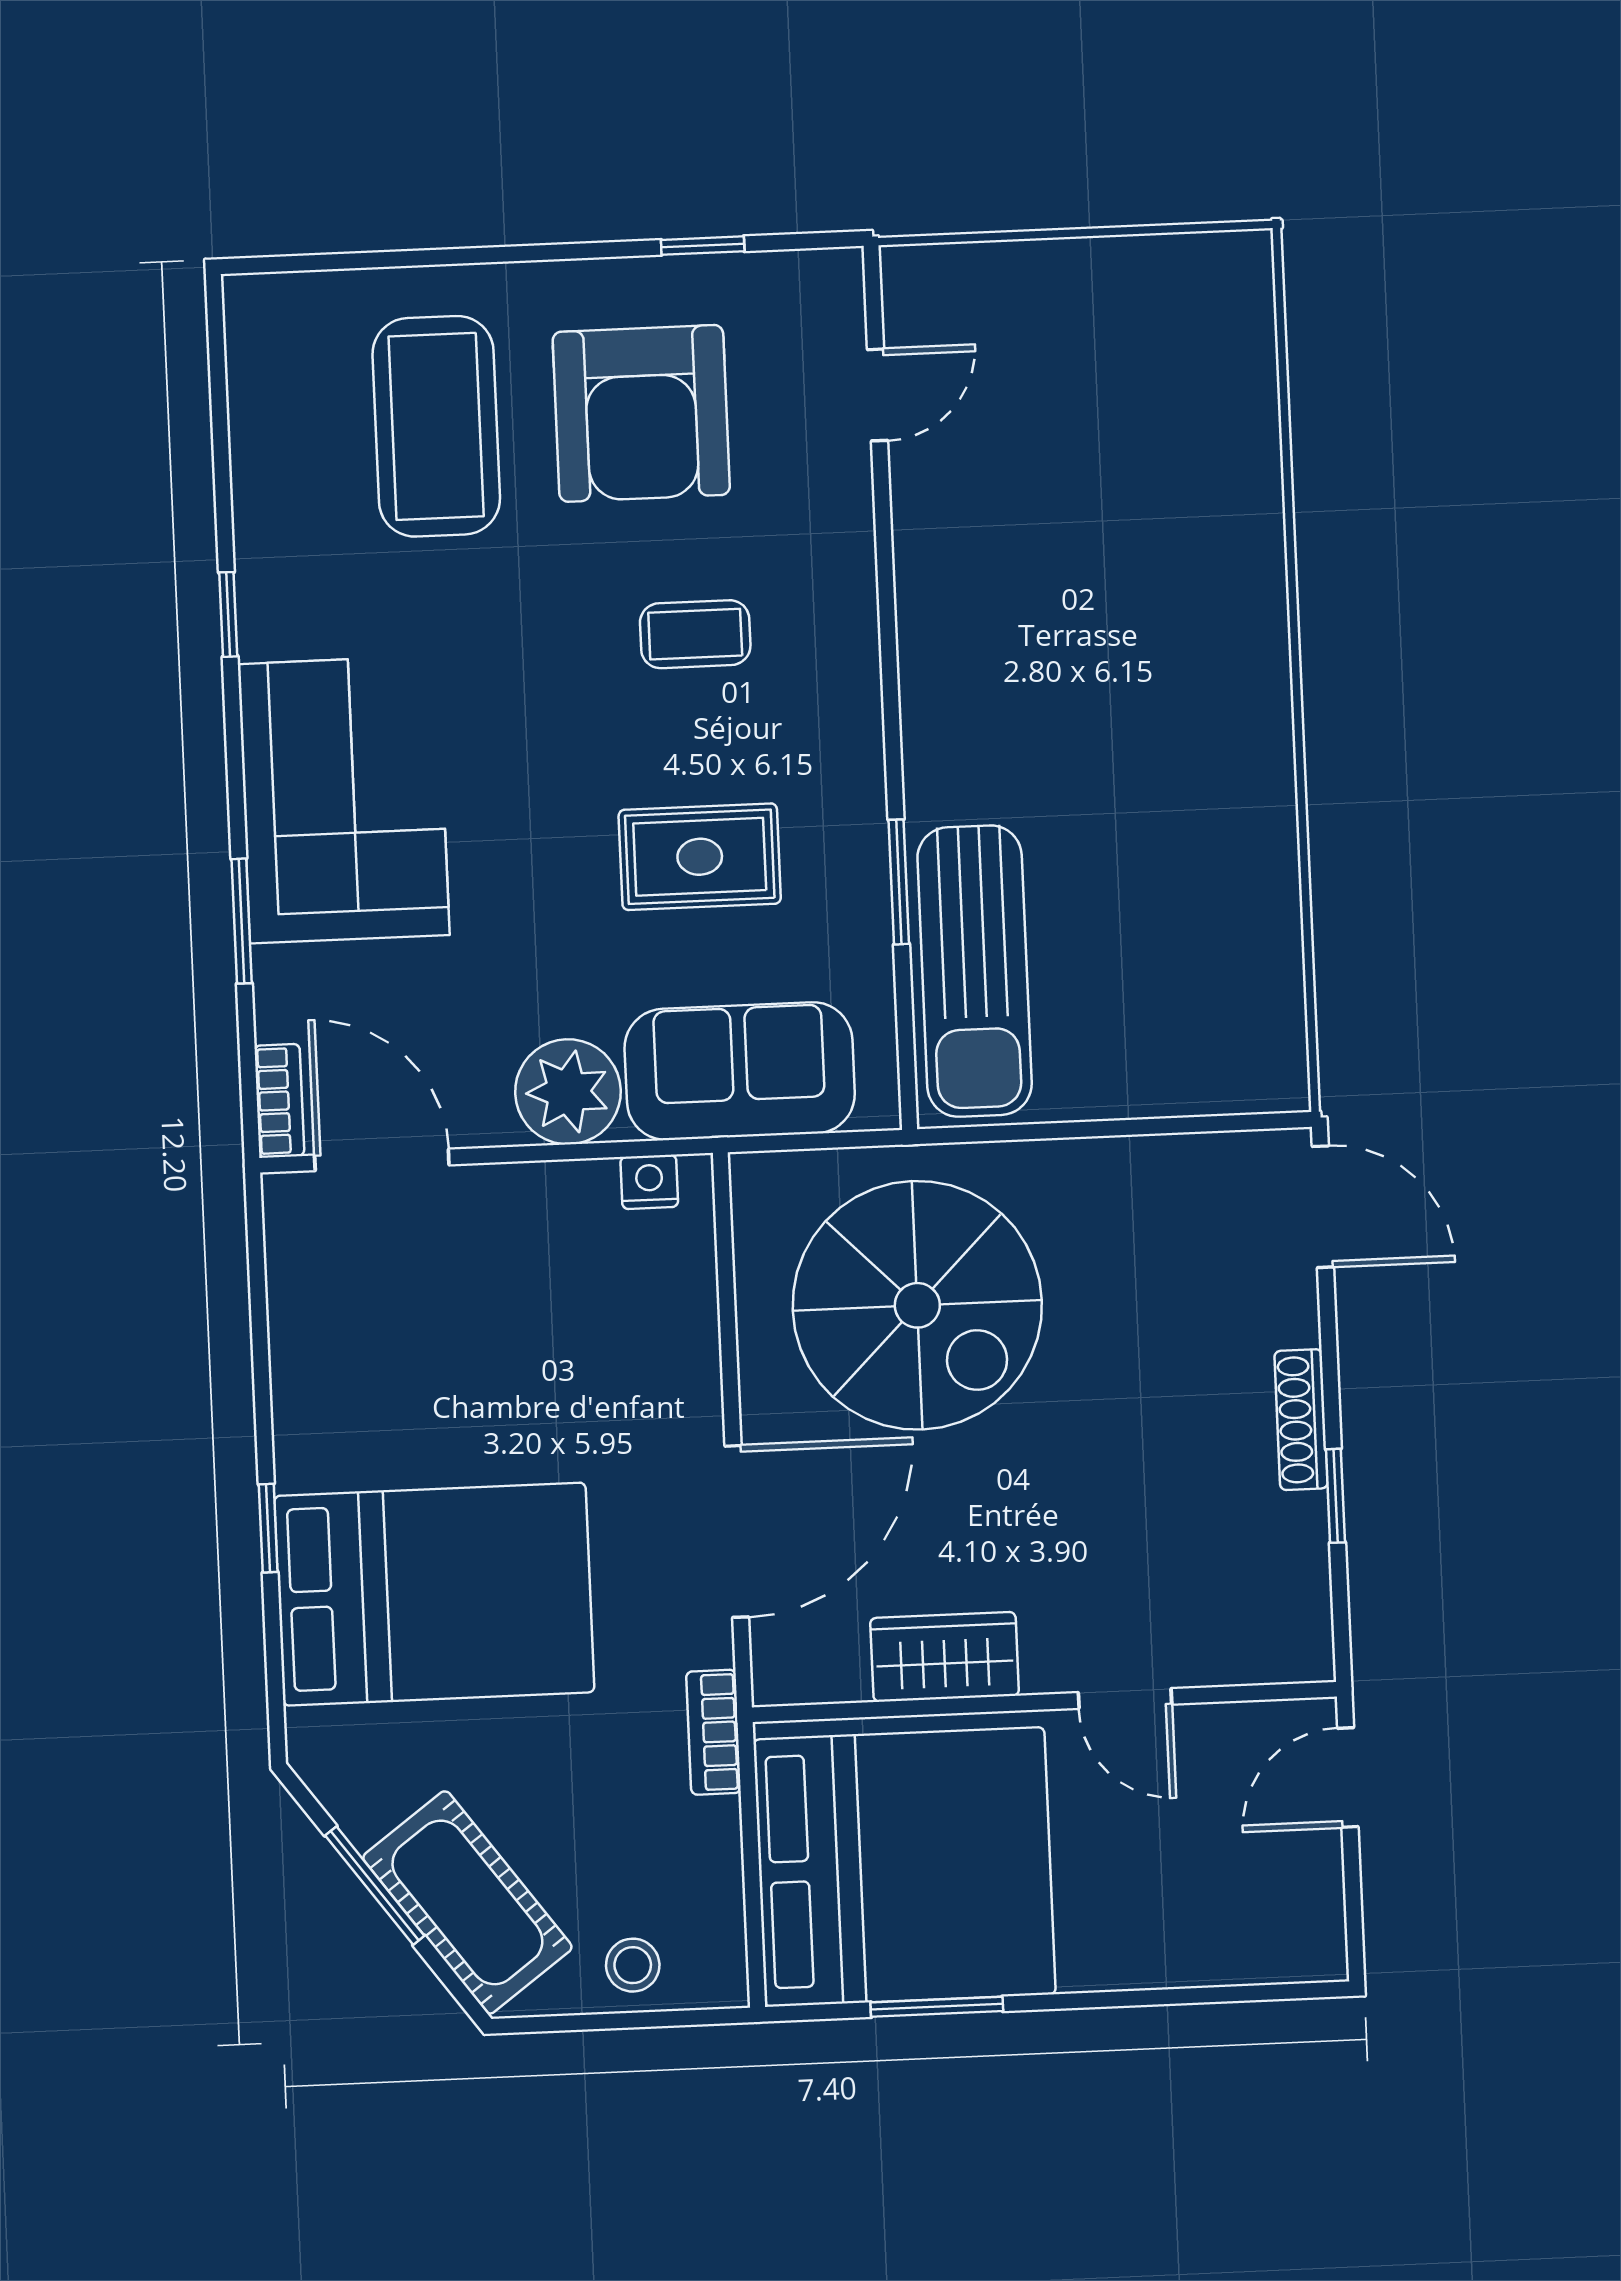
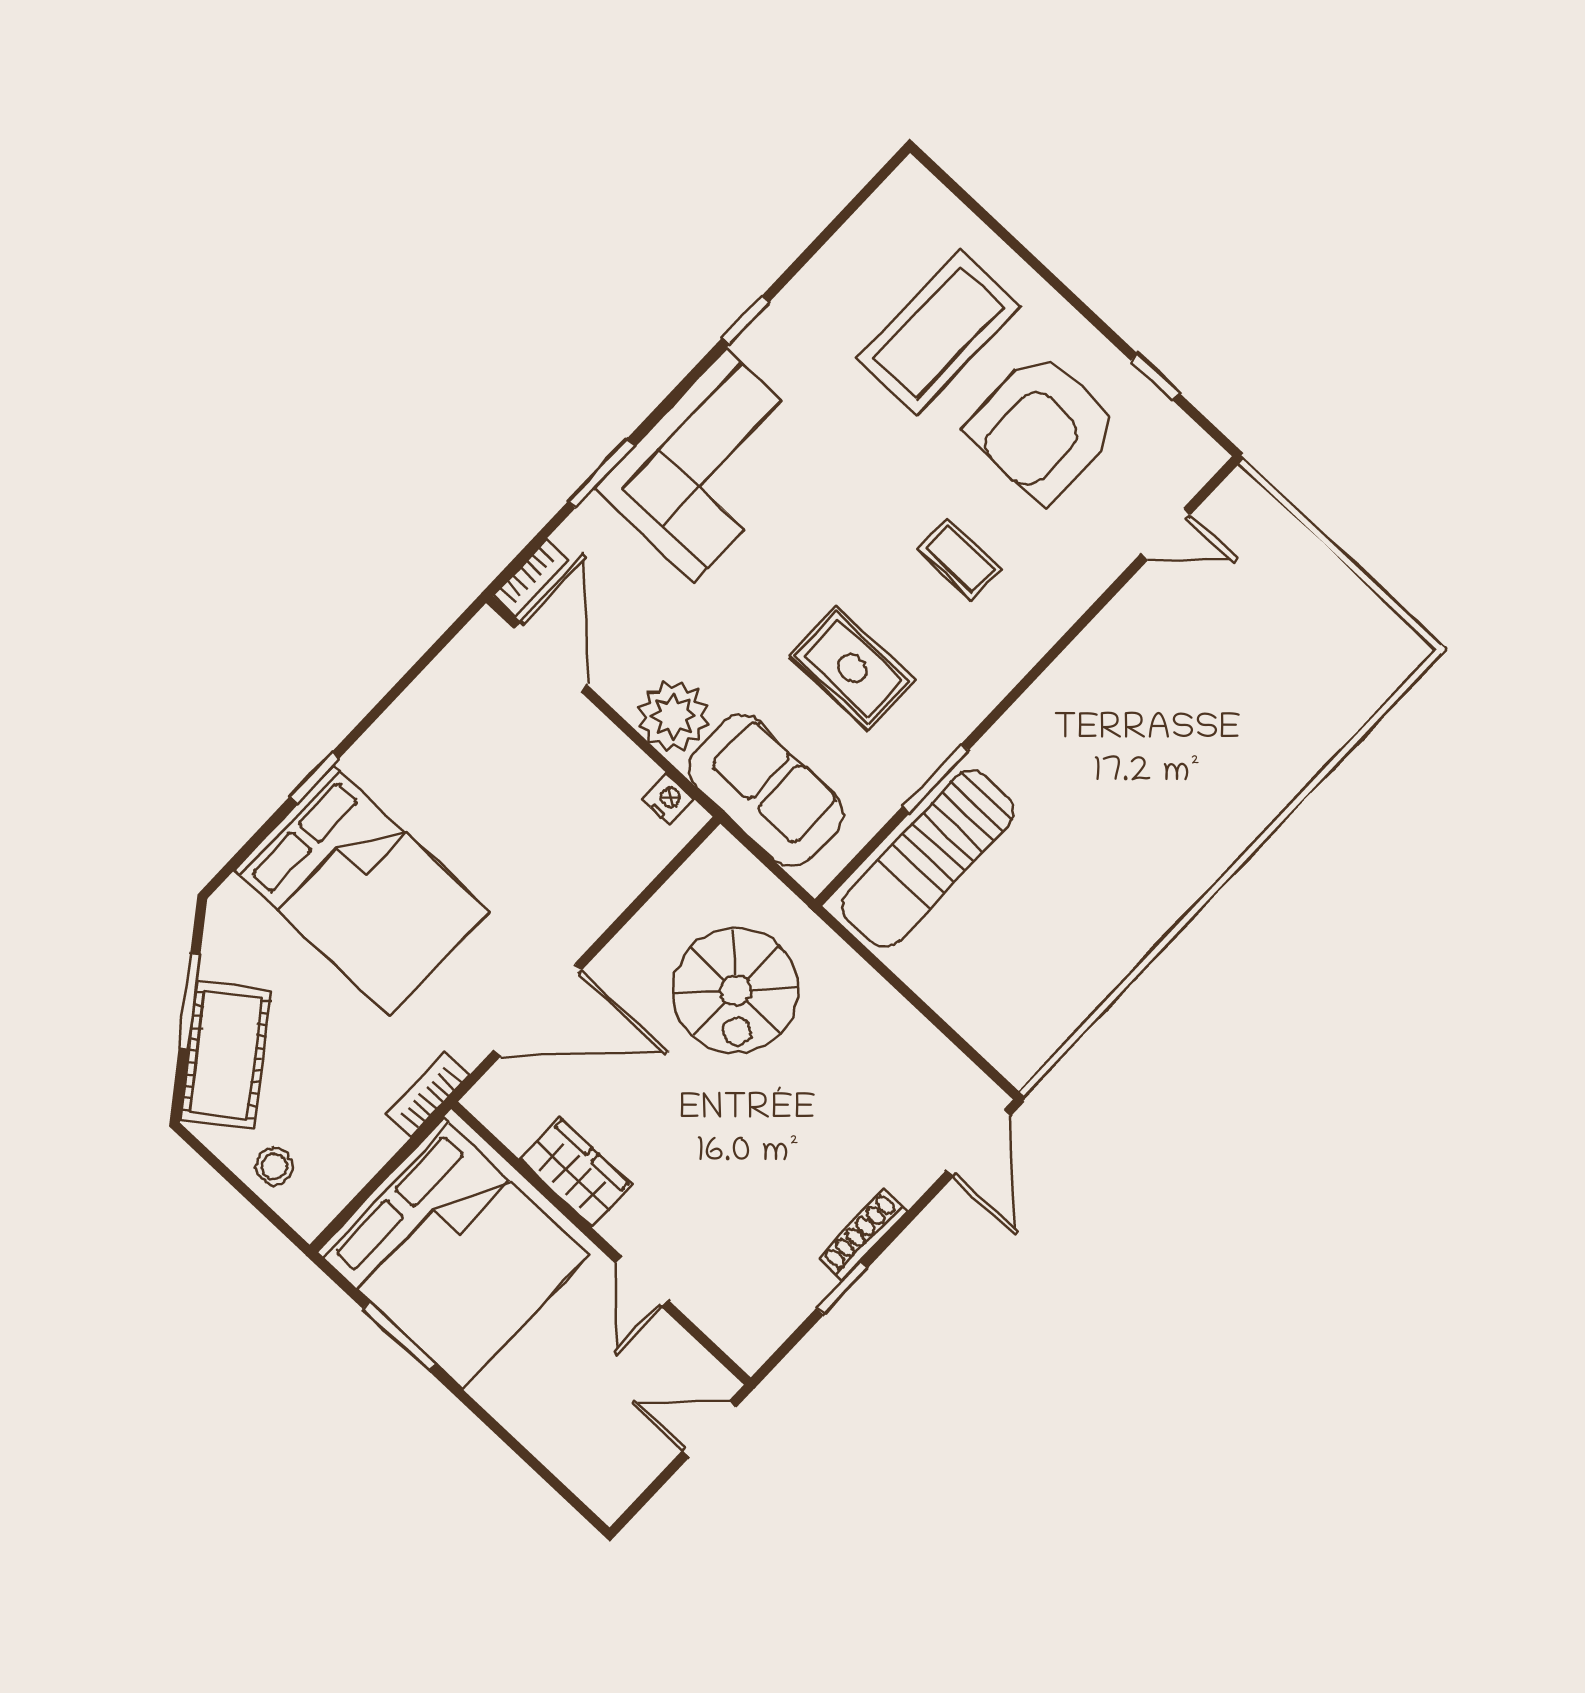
spiral stairs: (917, 1305) -> (736, 990), width x0.73, depth x0.73

